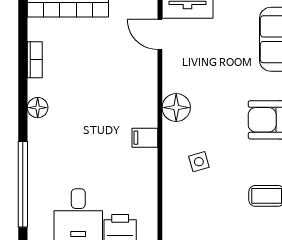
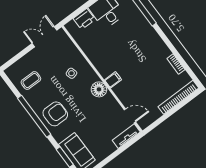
floor lamp: (38, 108) -> (159, 44), removed
filing cabinet: (145, 138) -> (113, 80), moved

